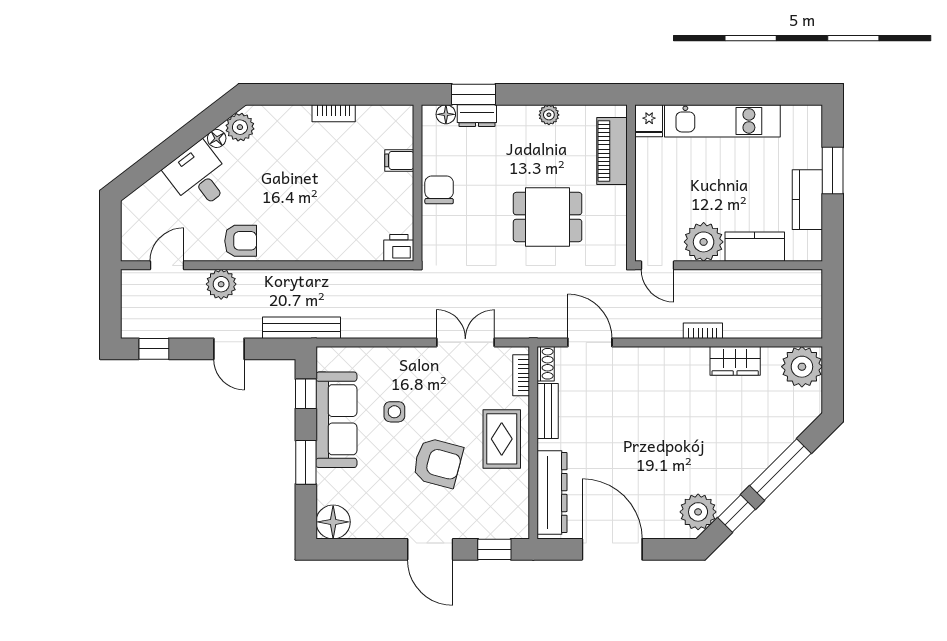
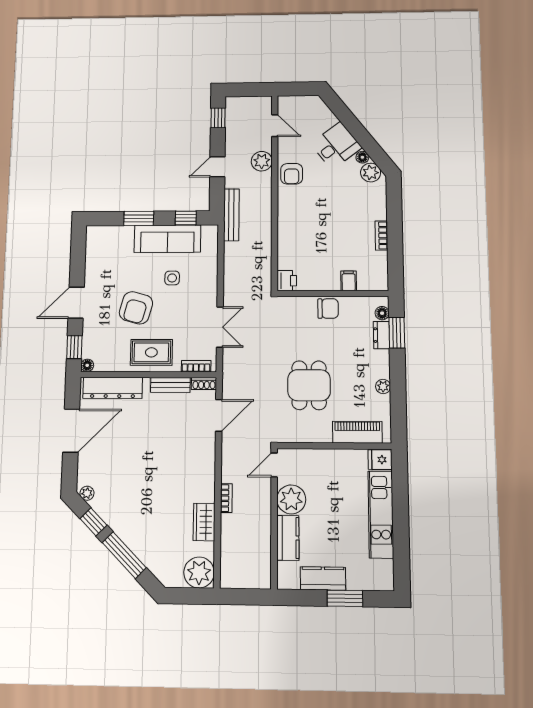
plant: (698, 512) -> (87, 493), width x0.53, depth x0.53
floor lamp: (333, 522) -> (87, 365), moved, width x0.53, depth x0.53

